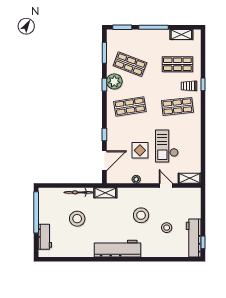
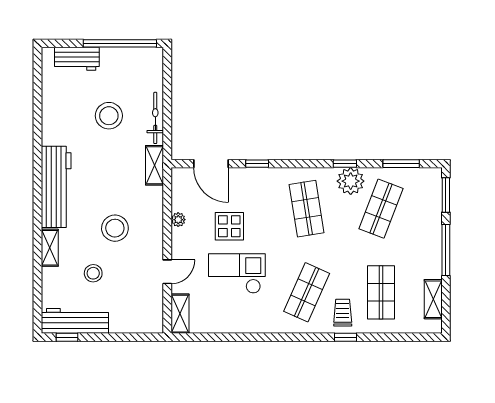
shop shelf: (177, 106) -> (307, 292), turned 30
shelving: (152, 252) -> (50, 248), added

